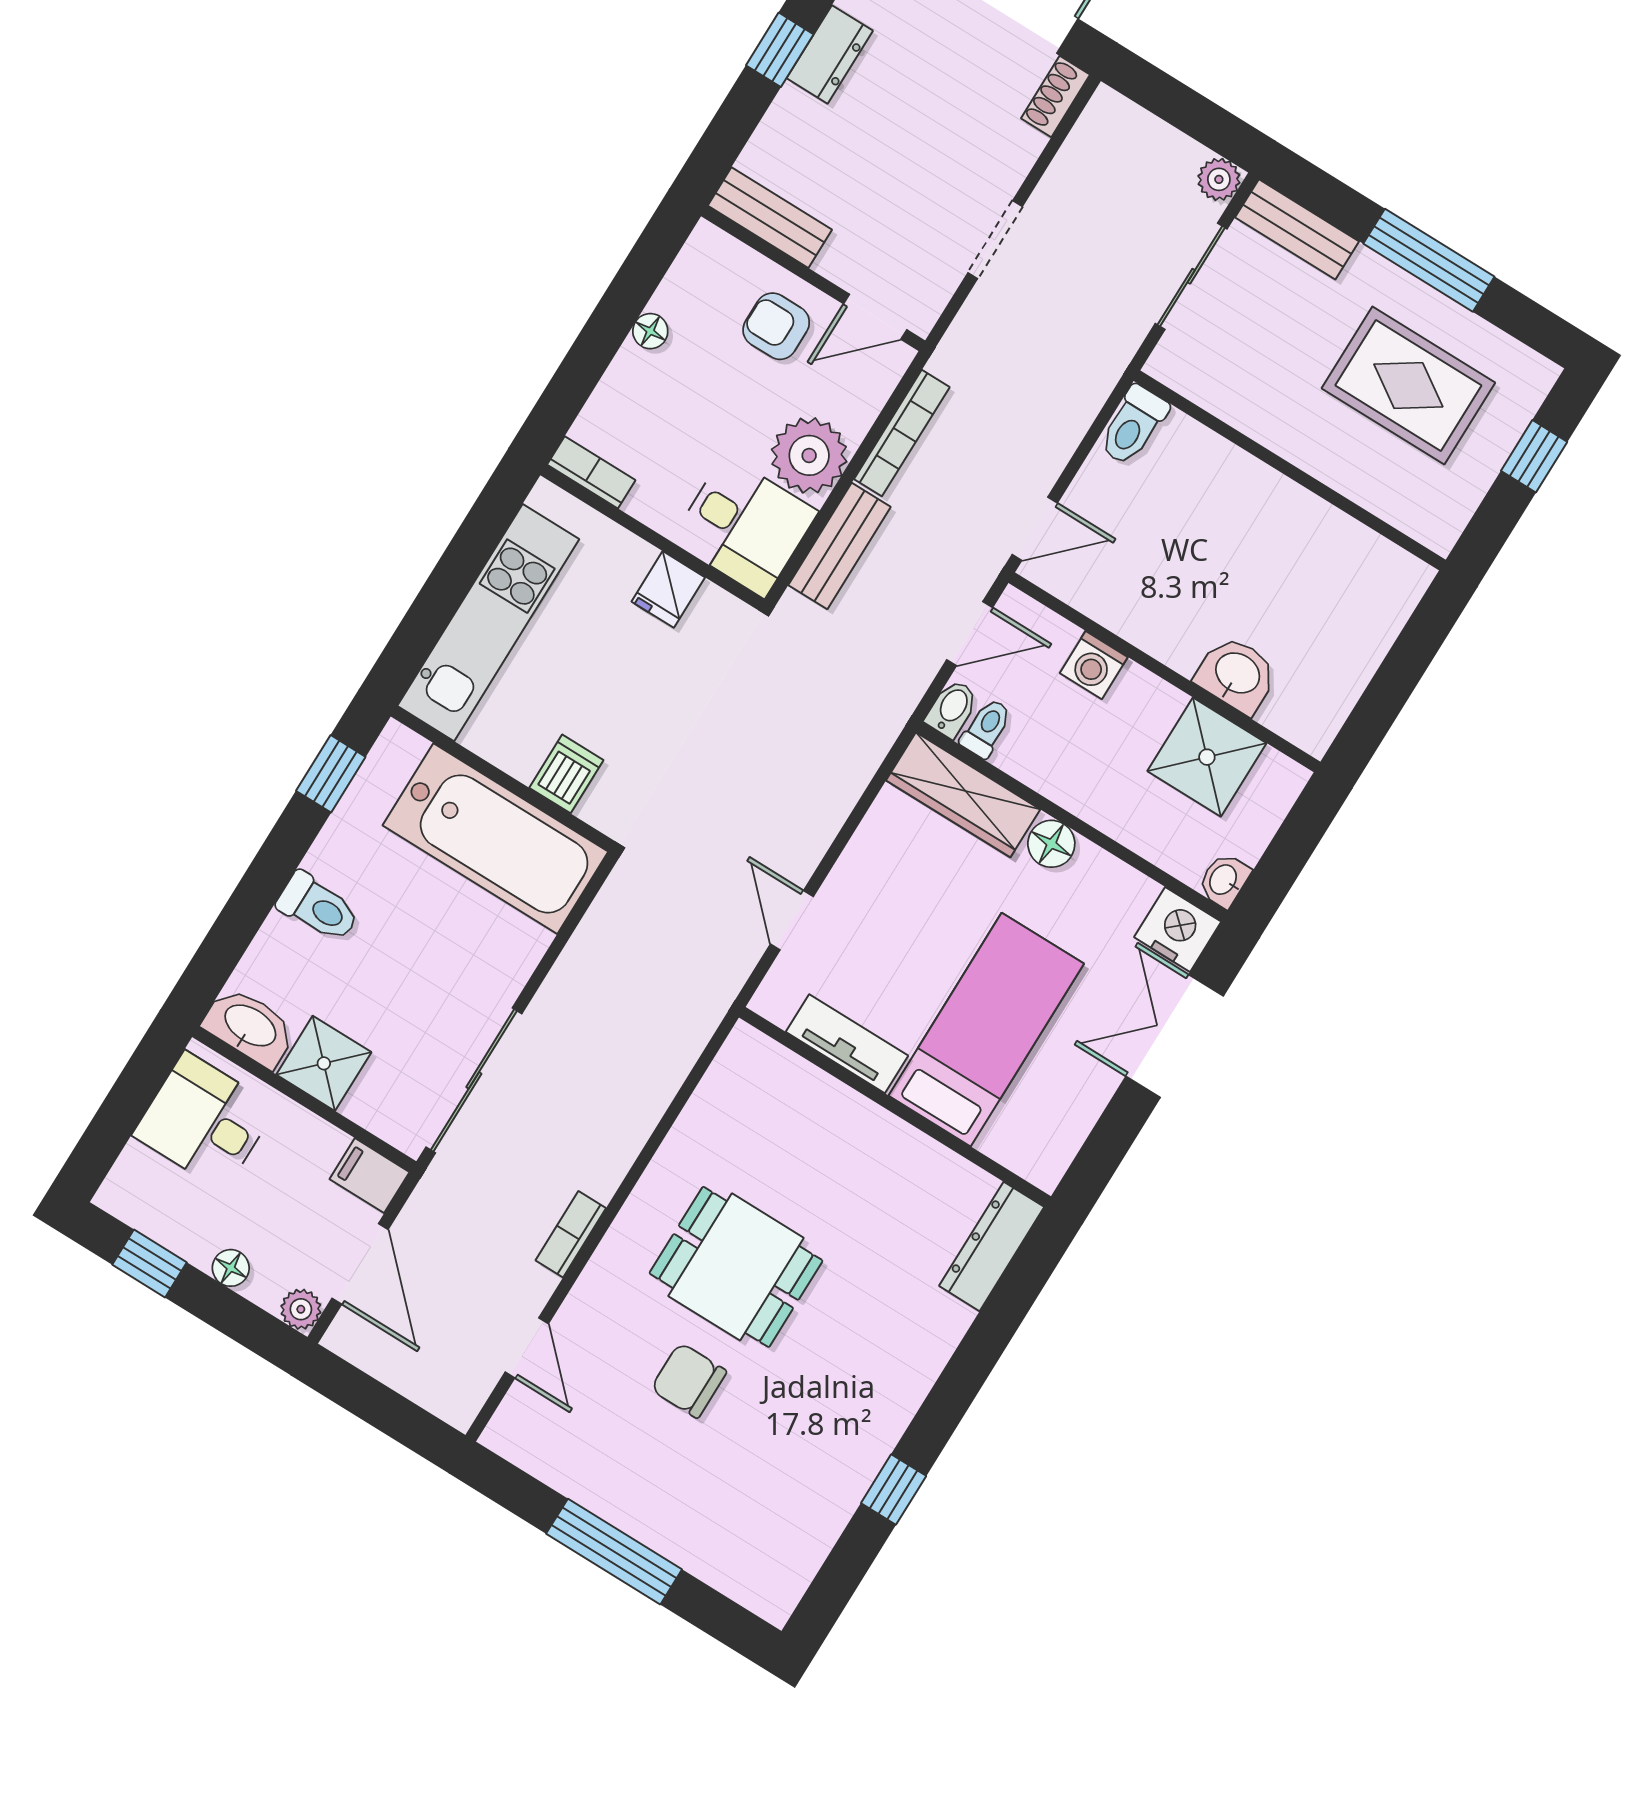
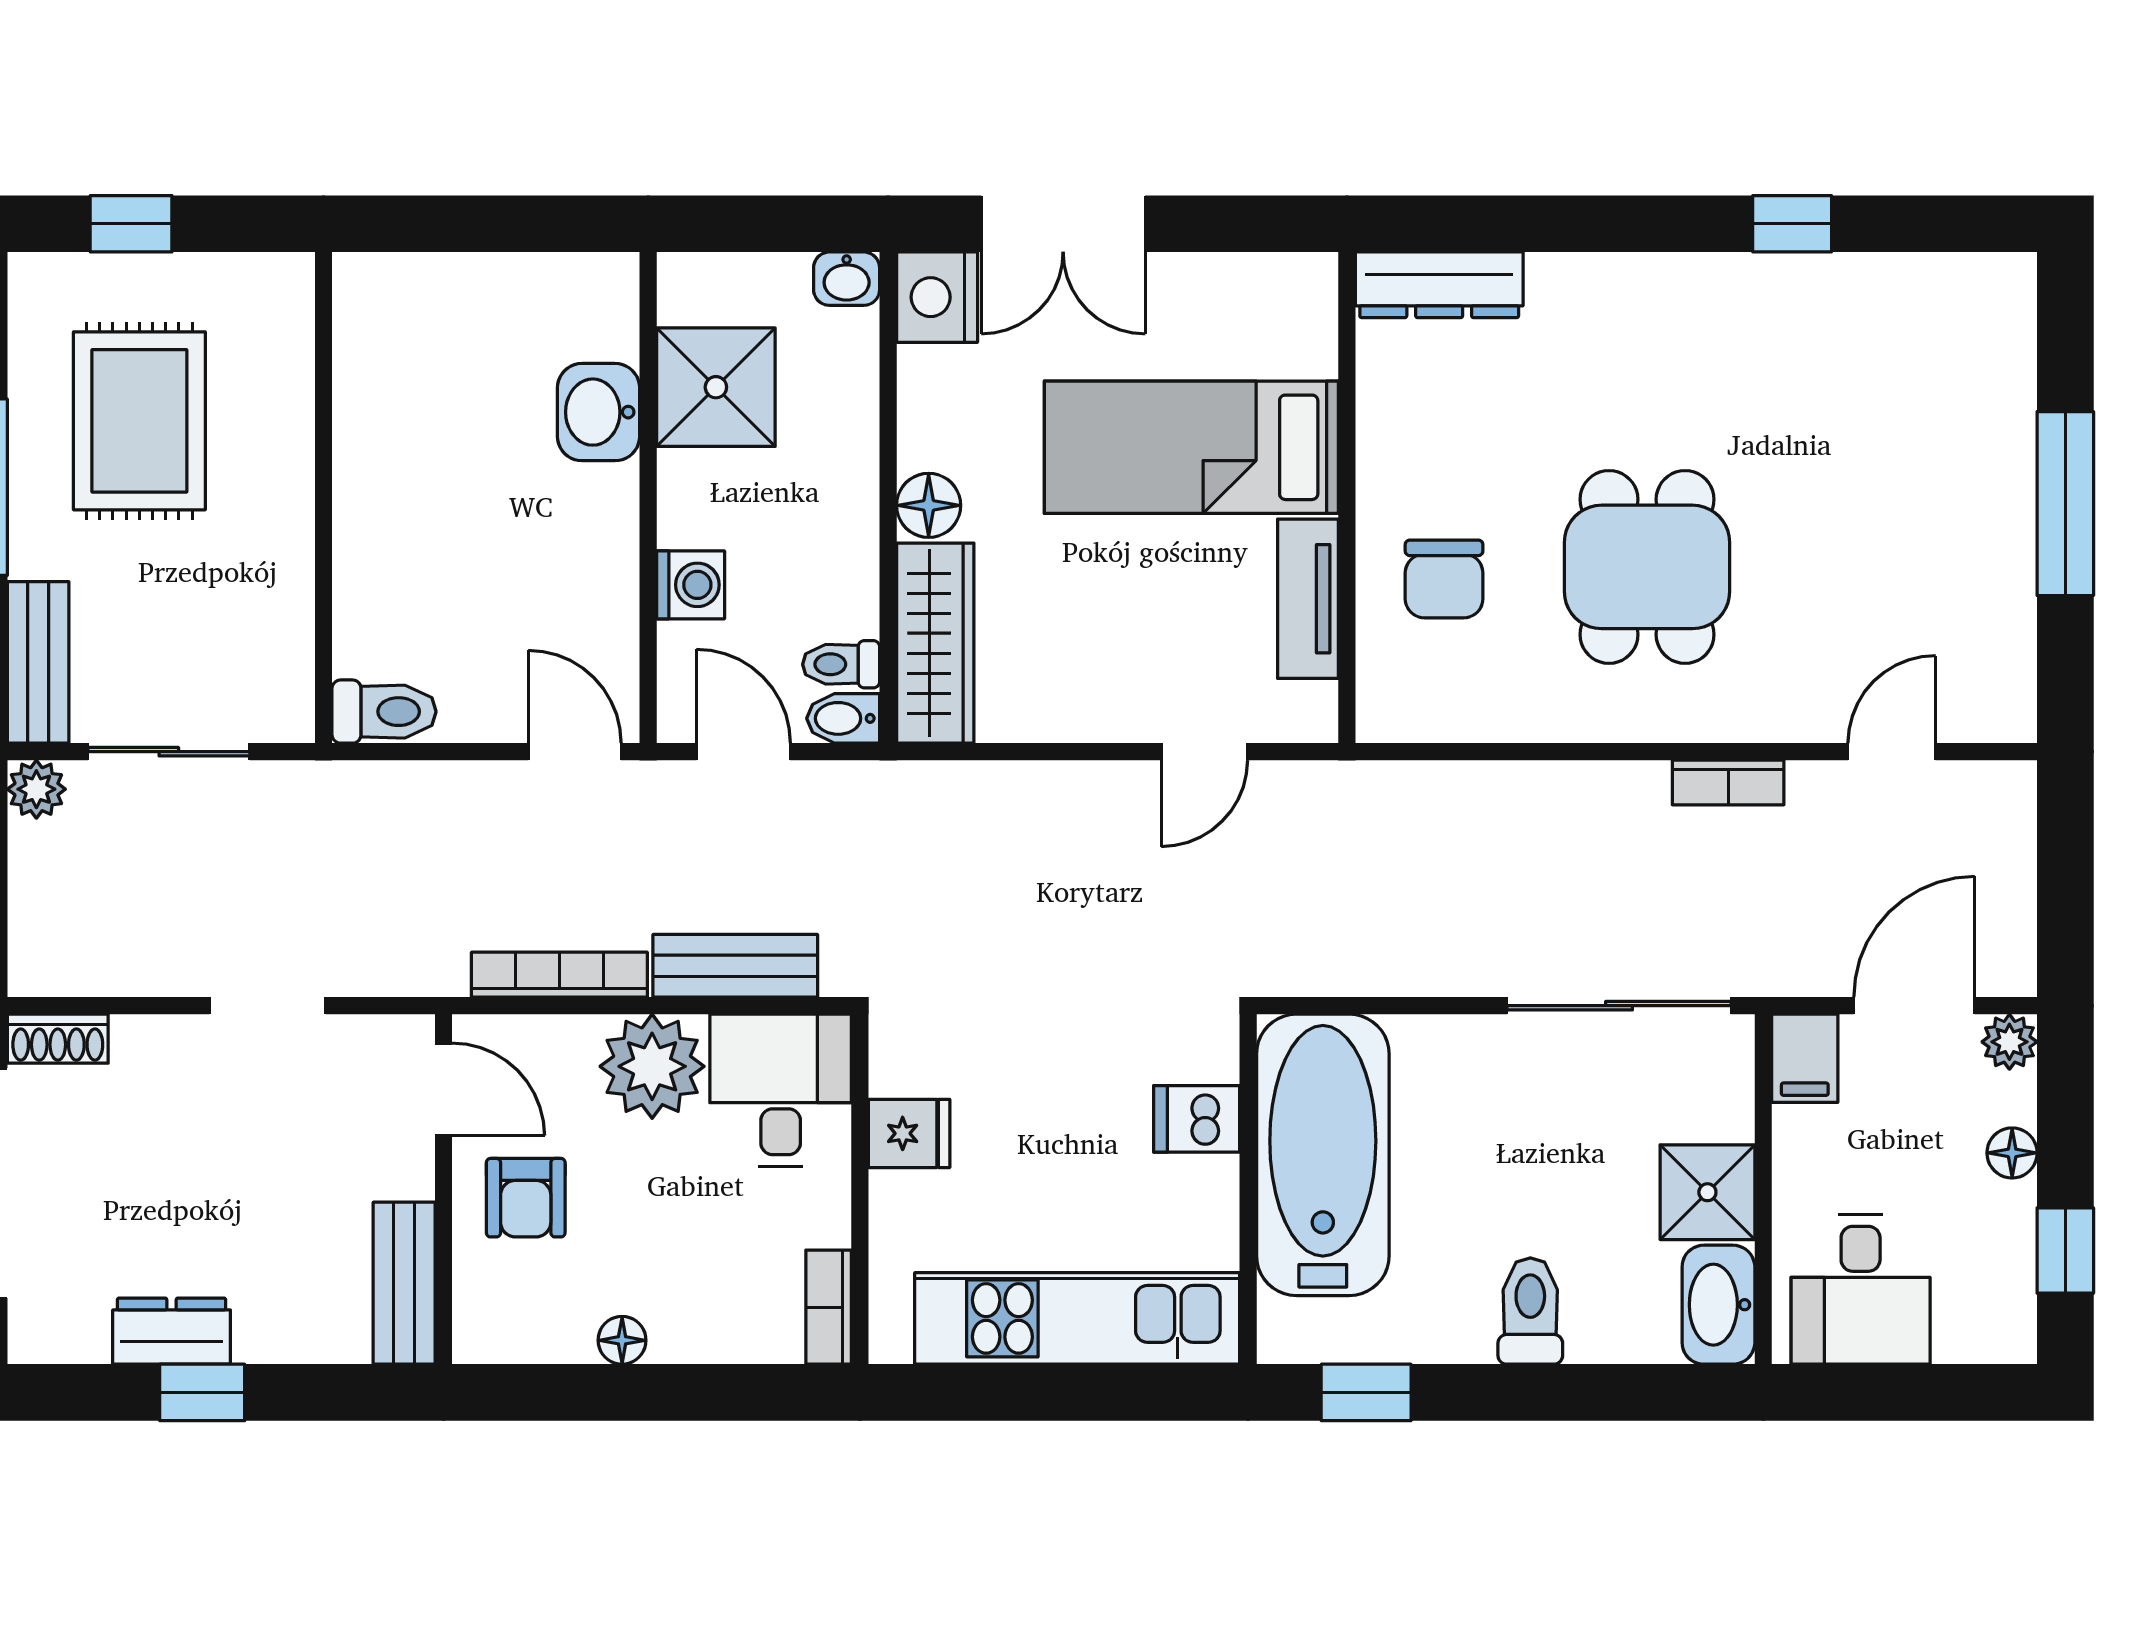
chair: (689, 1380) -> (1444, 579), moved

